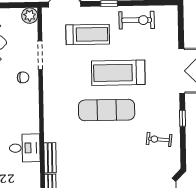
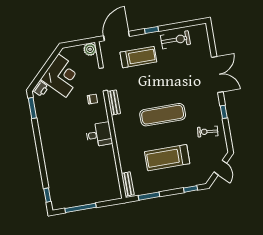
treadmill: (118, 73) -> (167, 158), moved
desk: (25, 148) -> (99, 135), moved
bench: (50, 158) -> (114, 102), moved

